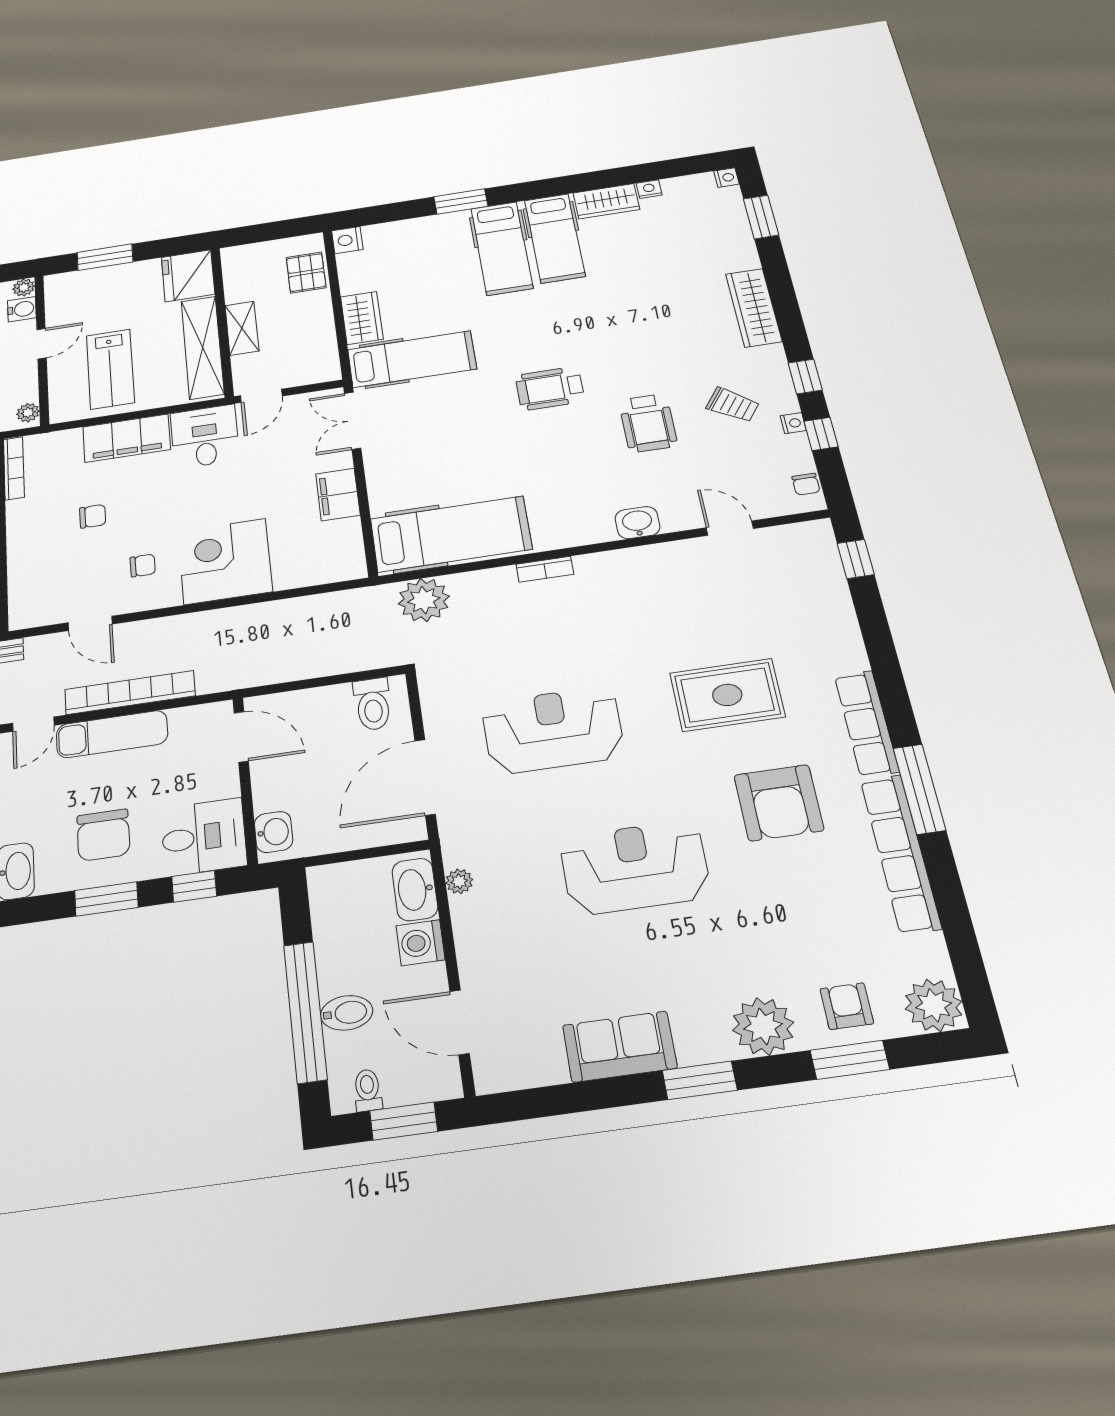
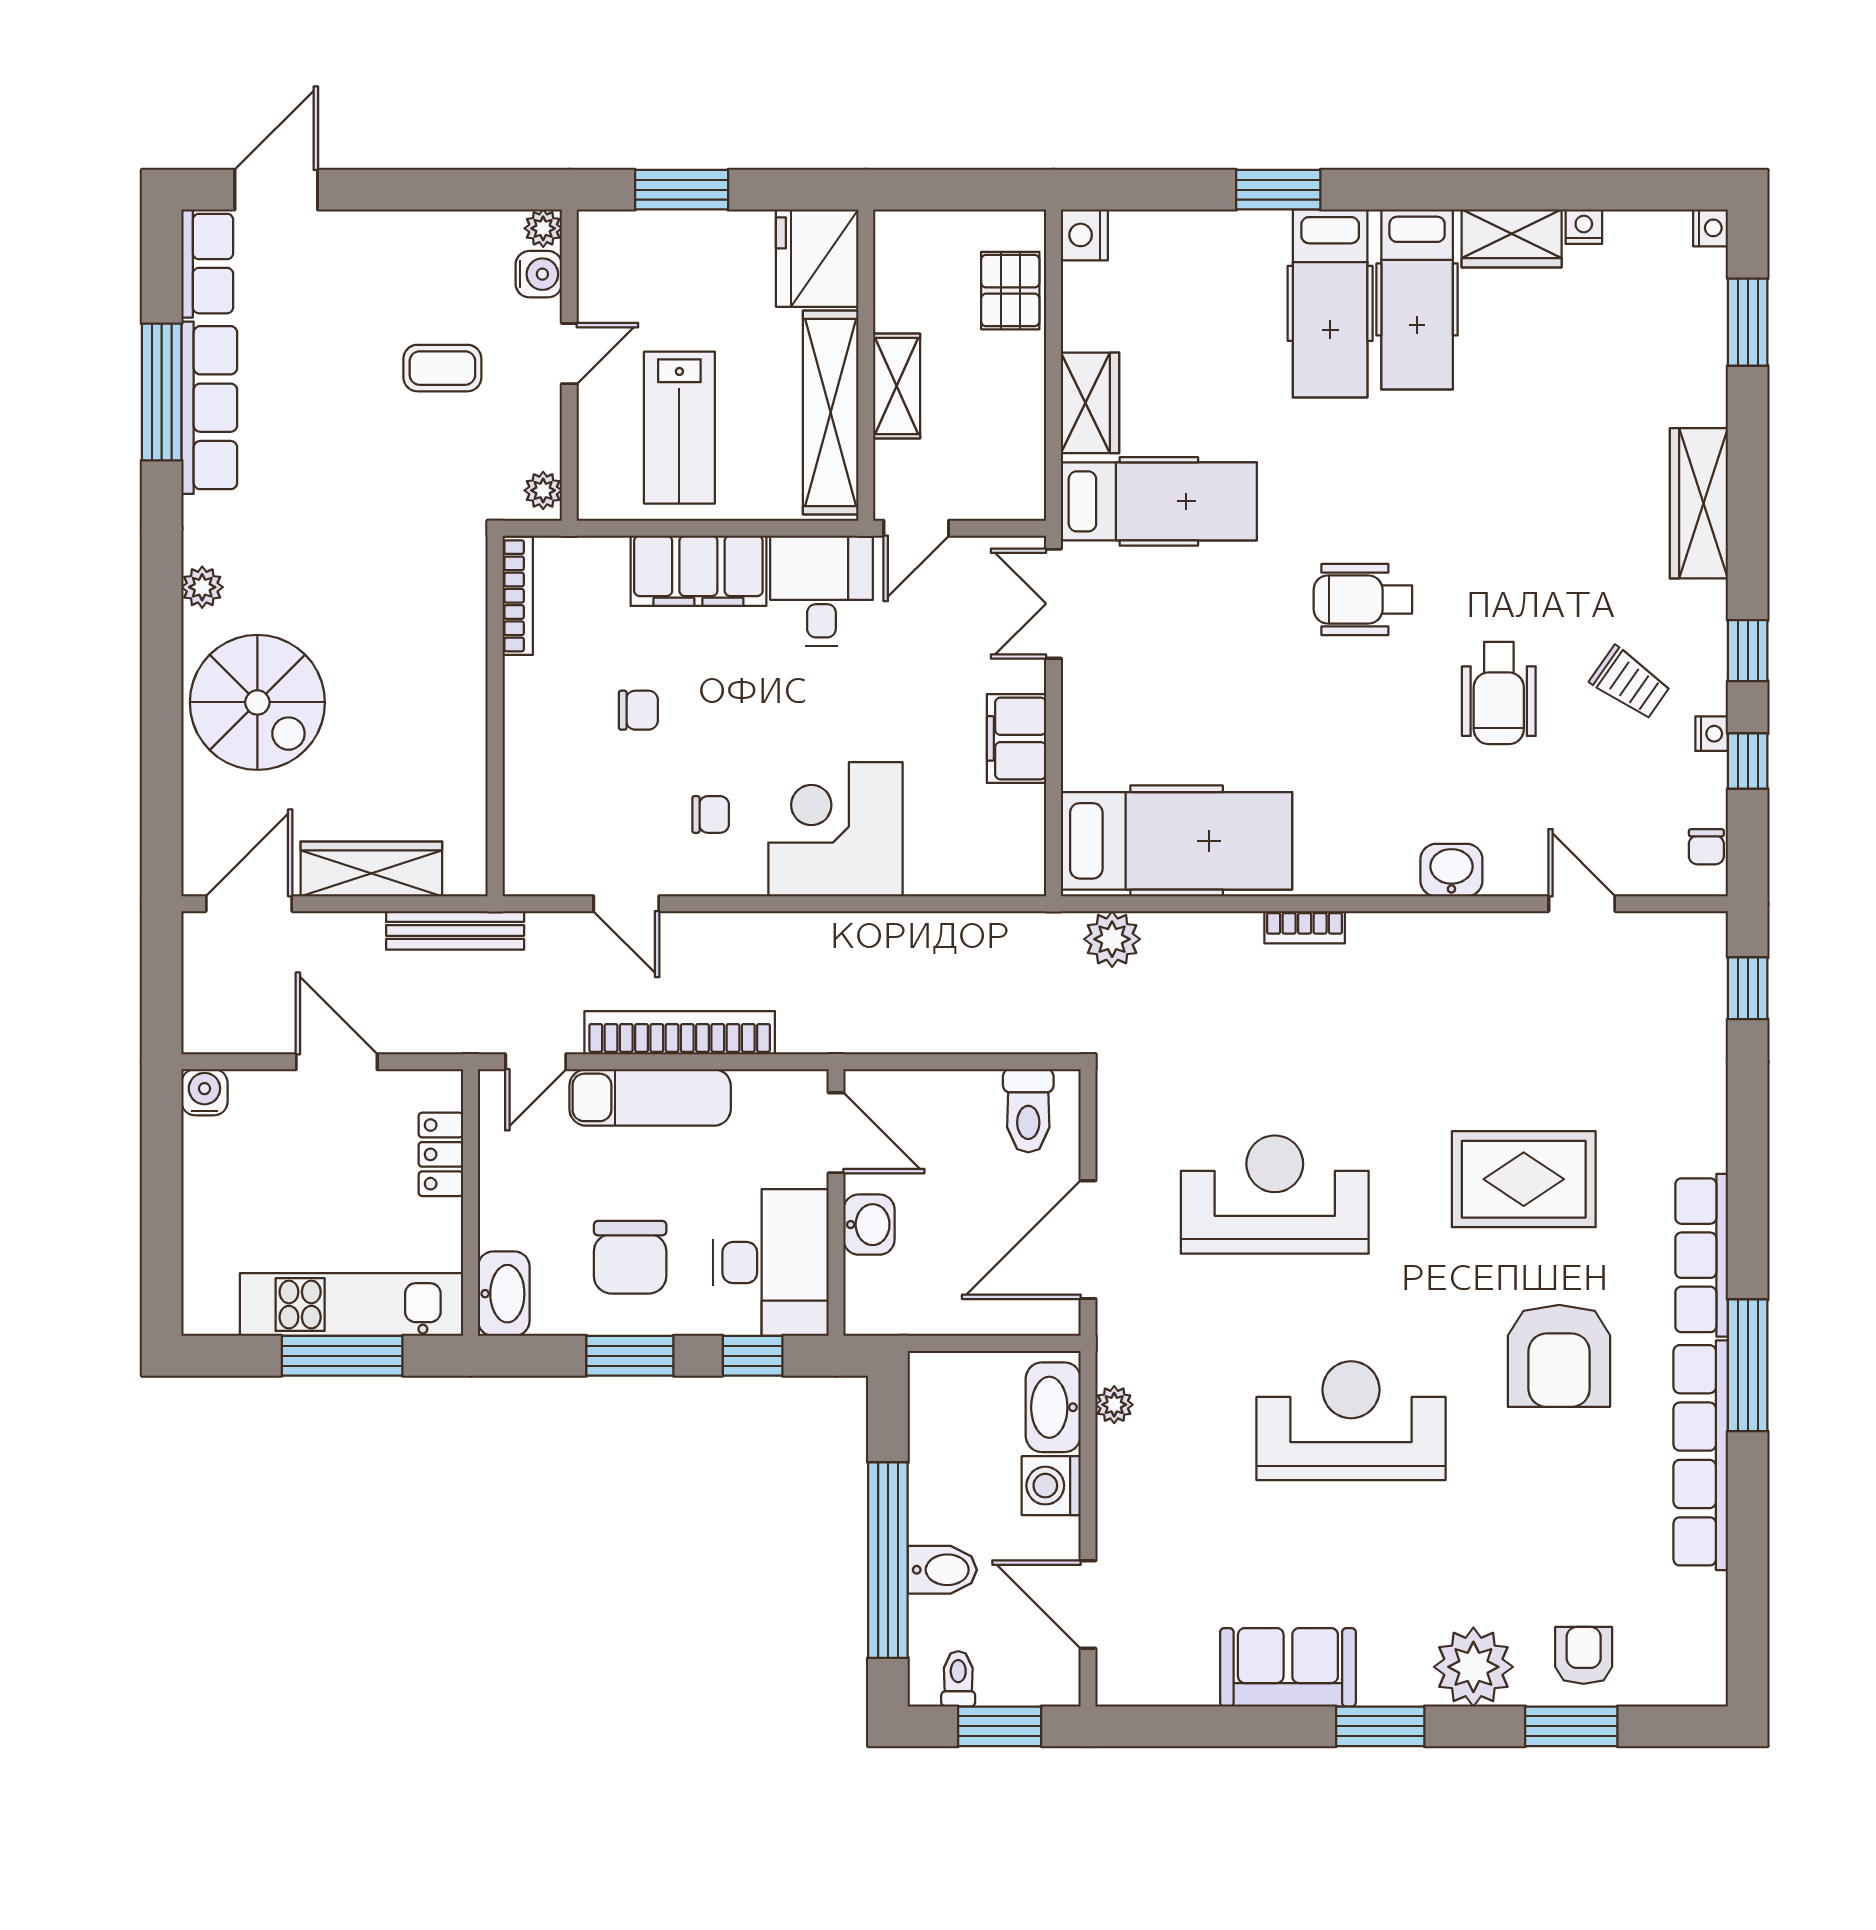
plant: (424, 600) -> (1112, 939), width x0.73, depth x0.73
washbasin: (274, 832) -> (869, 1225), moved
desk: (204, 837) -> (771, 1263), width x1.37
plant: (934, 1005) -> (1692, 1670), removed

